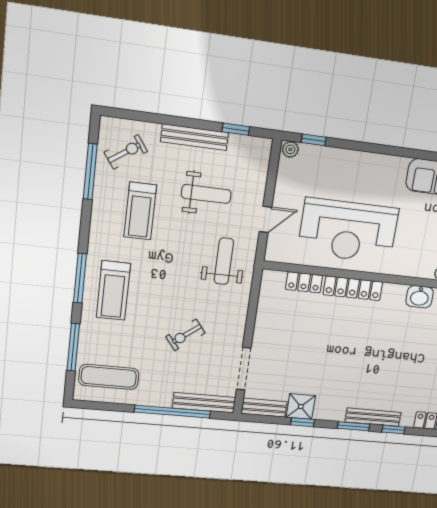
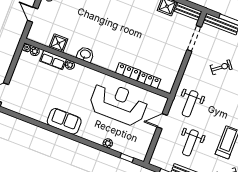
plant: (290, 149) -> (108, 143), moved
weight bench: (206, 194) -> (190, 143), turned -90
locker: (353, 288) -> (128, 72), width x0.66

